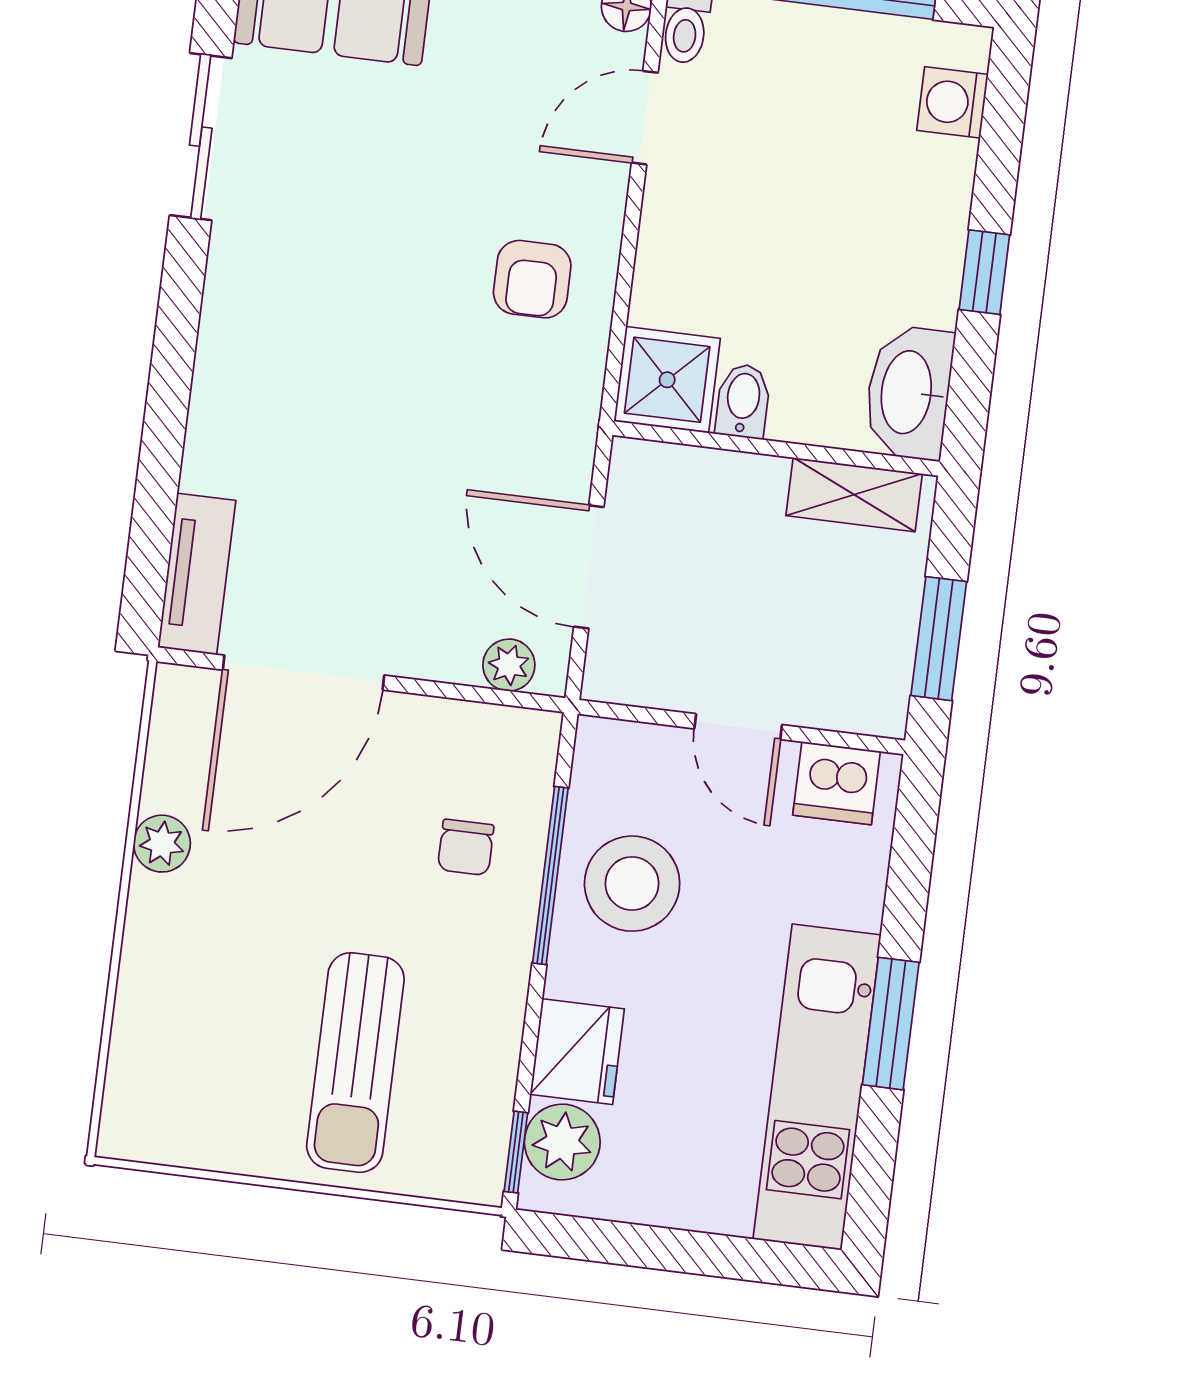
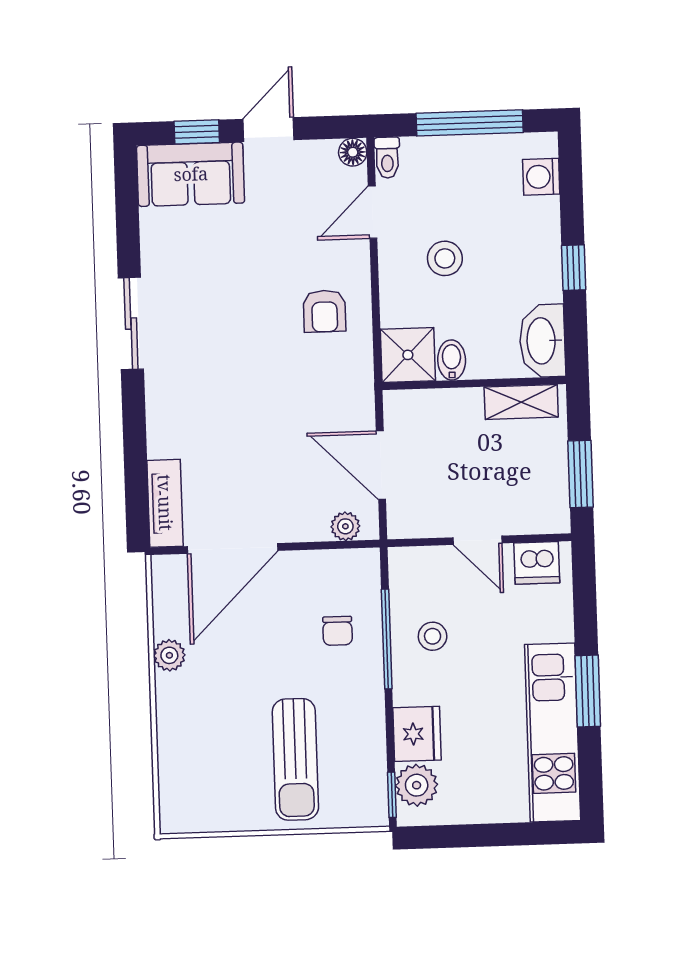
sliding door: (201, 137) -> (131, 324), moved
stool: (759, 220) -> (445, 258), added
stool: (632, 884) -> (433, 636), width x0.53, depth x0.53

